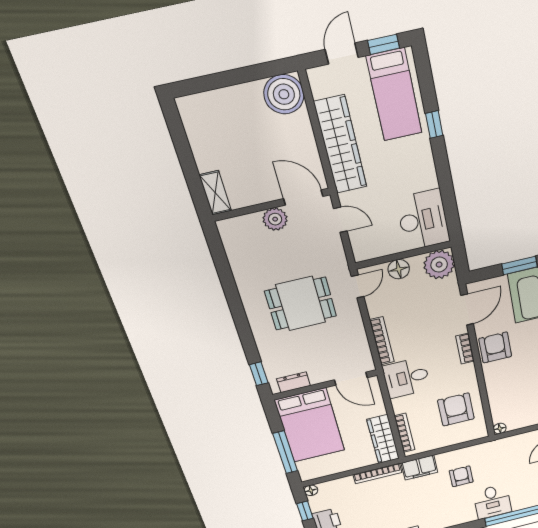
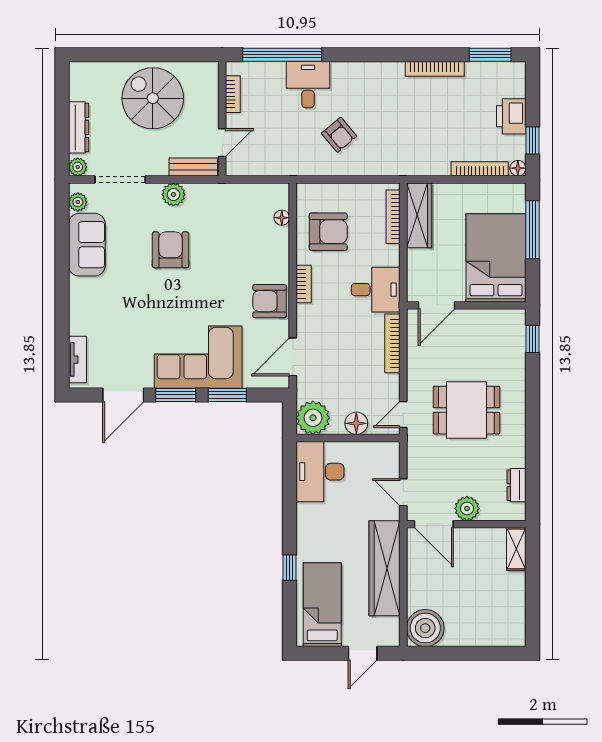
window: (384, 44) -> (322, 653), removed
armchair: (495, 348) -> (270, 301), turned 90
bookcase: (465, 349) -> (304, 284), moved
door: (351, 379) -> (437, 305), swing flipped
dresser: (293, 382) -> (516, 485), moved, turned 90
armchair: (456, 409) -> (328, 232), turned -90
floor lamp: (500, 428) -> (282, 218), moved
filing cabinet: (419, 468) -> (386, 163), removed
bookcase: (377, 474) -> (480, 169), moved
armchair: (461, 476) -> (339, 135), turned -40

